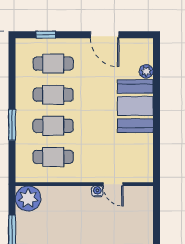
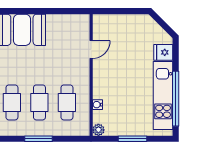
water cooler: (97, 191) -> (97, 105), moved
plant: (28, 198) -> (98, 130), width x0.53, depth x0.53

